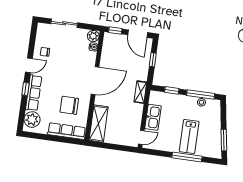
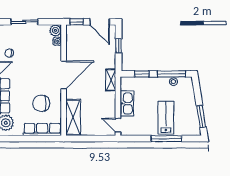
lab bench: (189, 136) -> (166, 118), turned 180
door: (141, 137) -> (118, 125), swing flipped

